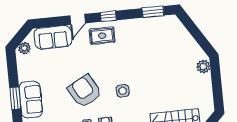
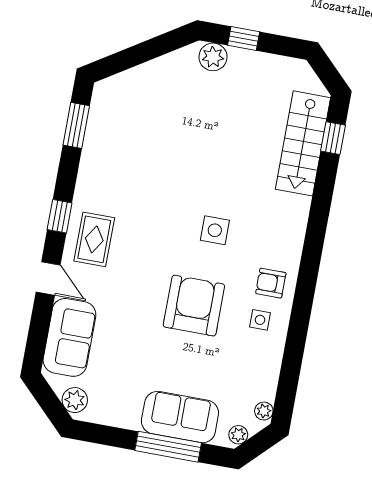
window: (216, 78) -> (244, 39), added
armchair: (85, 91) -> (194, 306), turned 119
window: (15, 98) -> (168, 447), width x1.44

